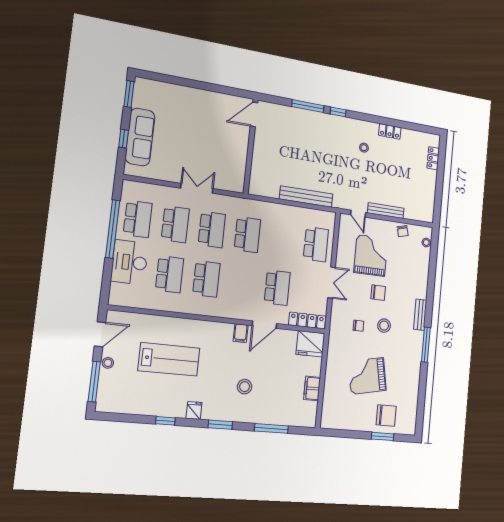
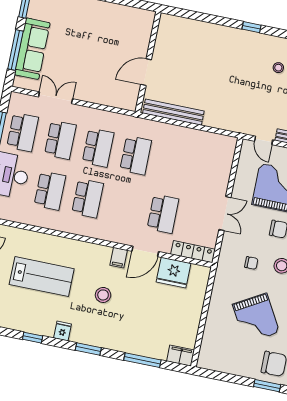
window: (308, 106) -> (217, 20), removed
door: (254, 114) -> (146, 72), moved
window: (124, 139) -> (15, 50), width x2.17
double door: (197, 188) -> (56, 98), moved
bench: (306, 197) -> (173, 112), moved
school desk: (316, 244) -> (211, 171), removed
fridge: (310, 344) -> (174, 273), moved
grand piano: (367, 376) -> (256, 318), turned -109
stool: (245, 387) -> (103, 295), moved
filing cabinet: (312, 388) -> (181, 356), moved, turned 90

